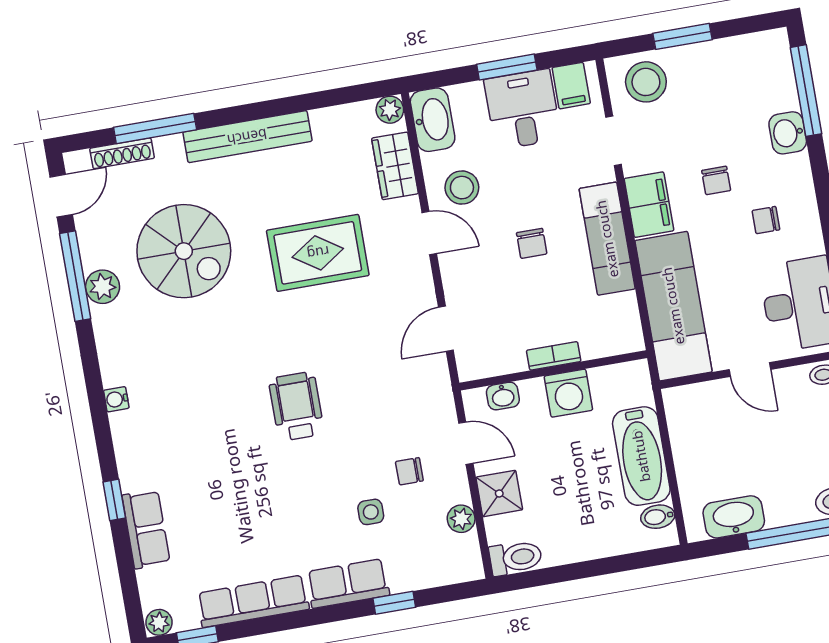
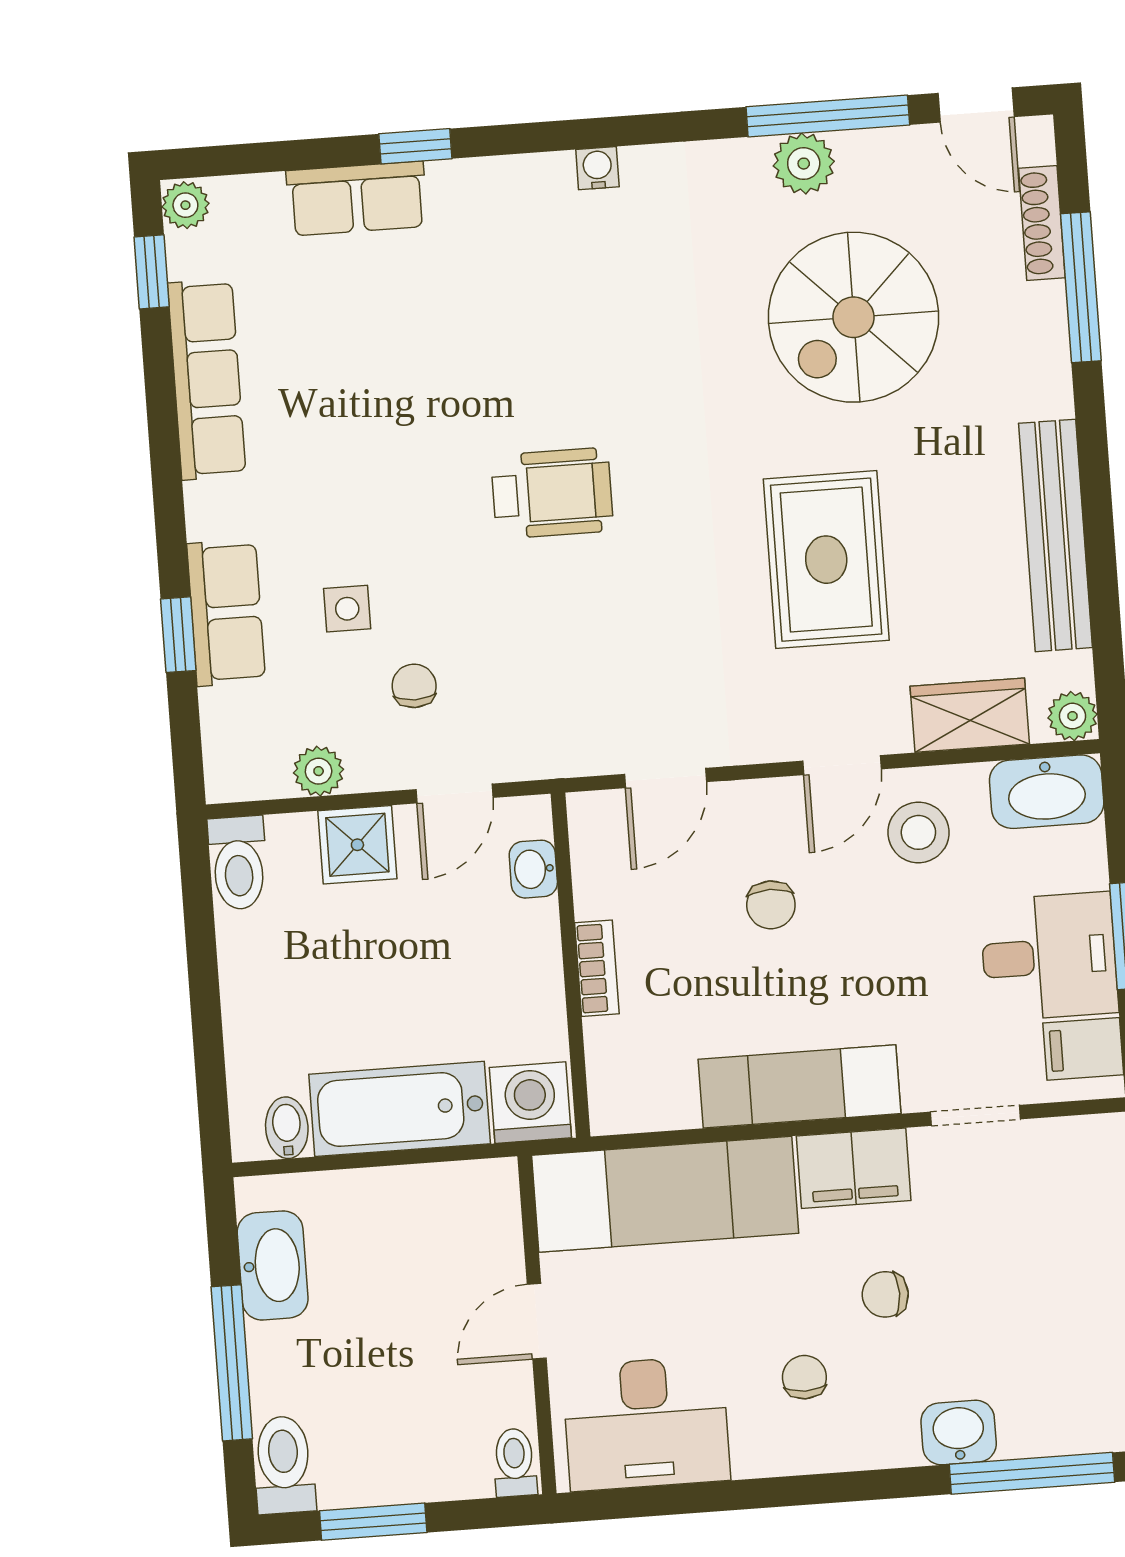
stool: (646, 82) -> (1076, 1185), removed
bench: (247, 137) -> (1056, 535), moved
chair: (532, 243) -> (771, 905), moved, turned -90
door: (446, 329) -> (665, 778), swing flipped
washing machine: (568, 393) -> (530, 1103), moved, turned 90
row of seats: (348, 583) -> (226, 613), moved

